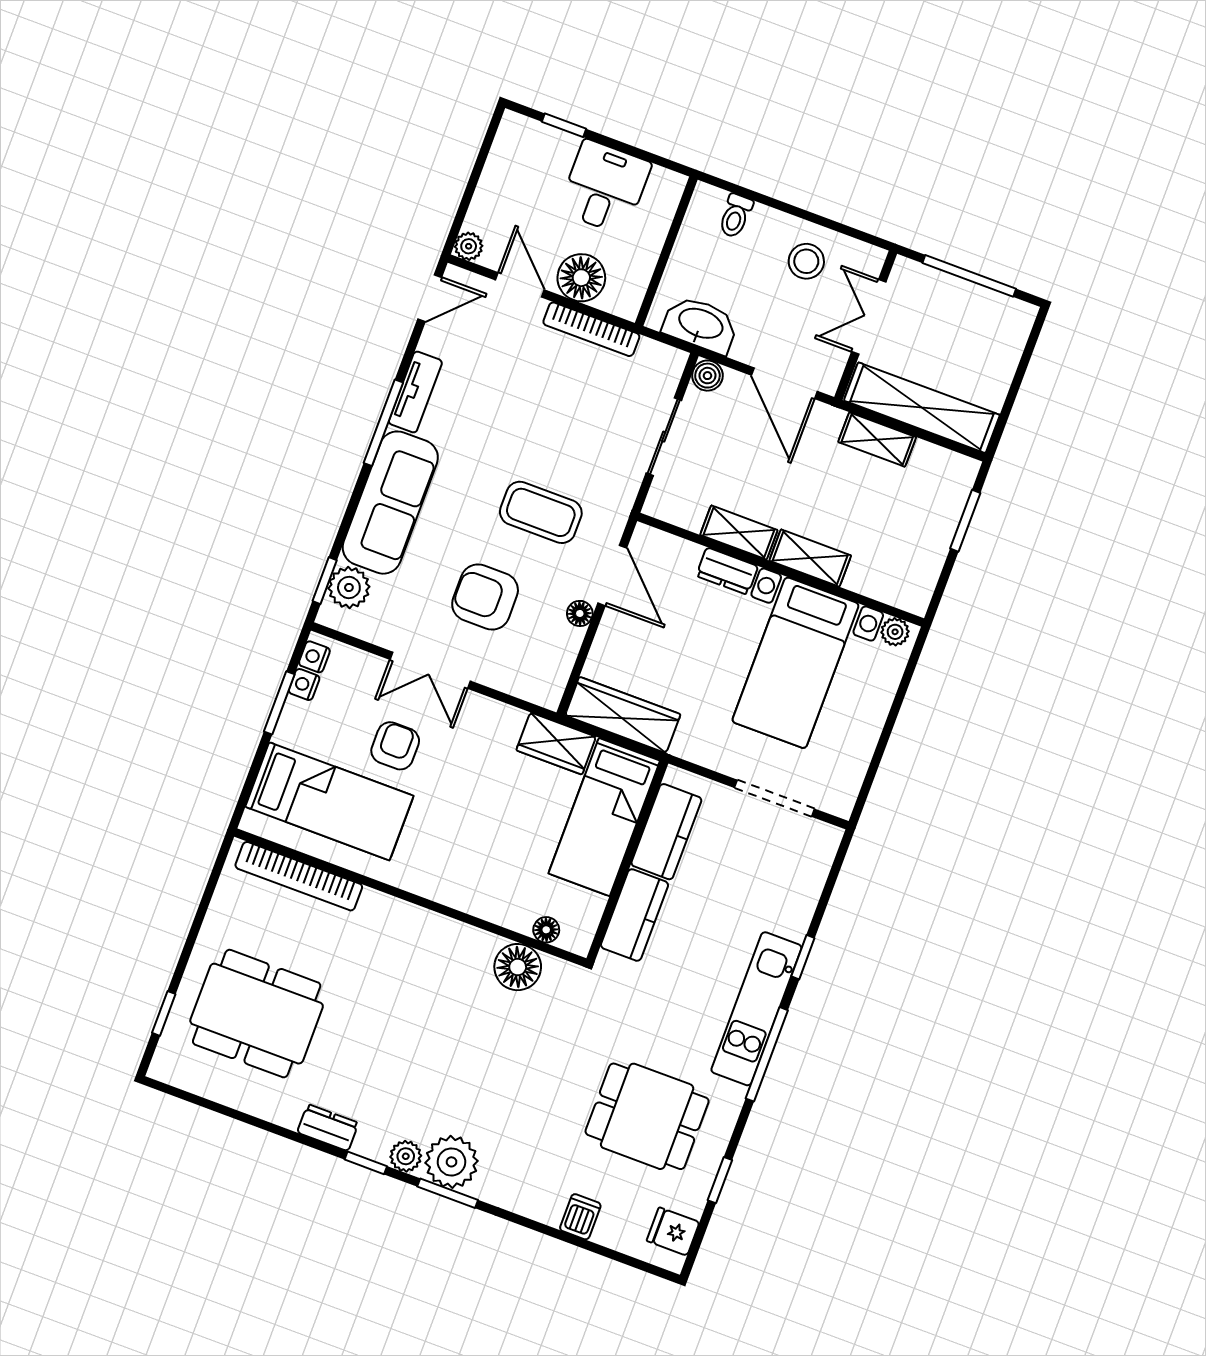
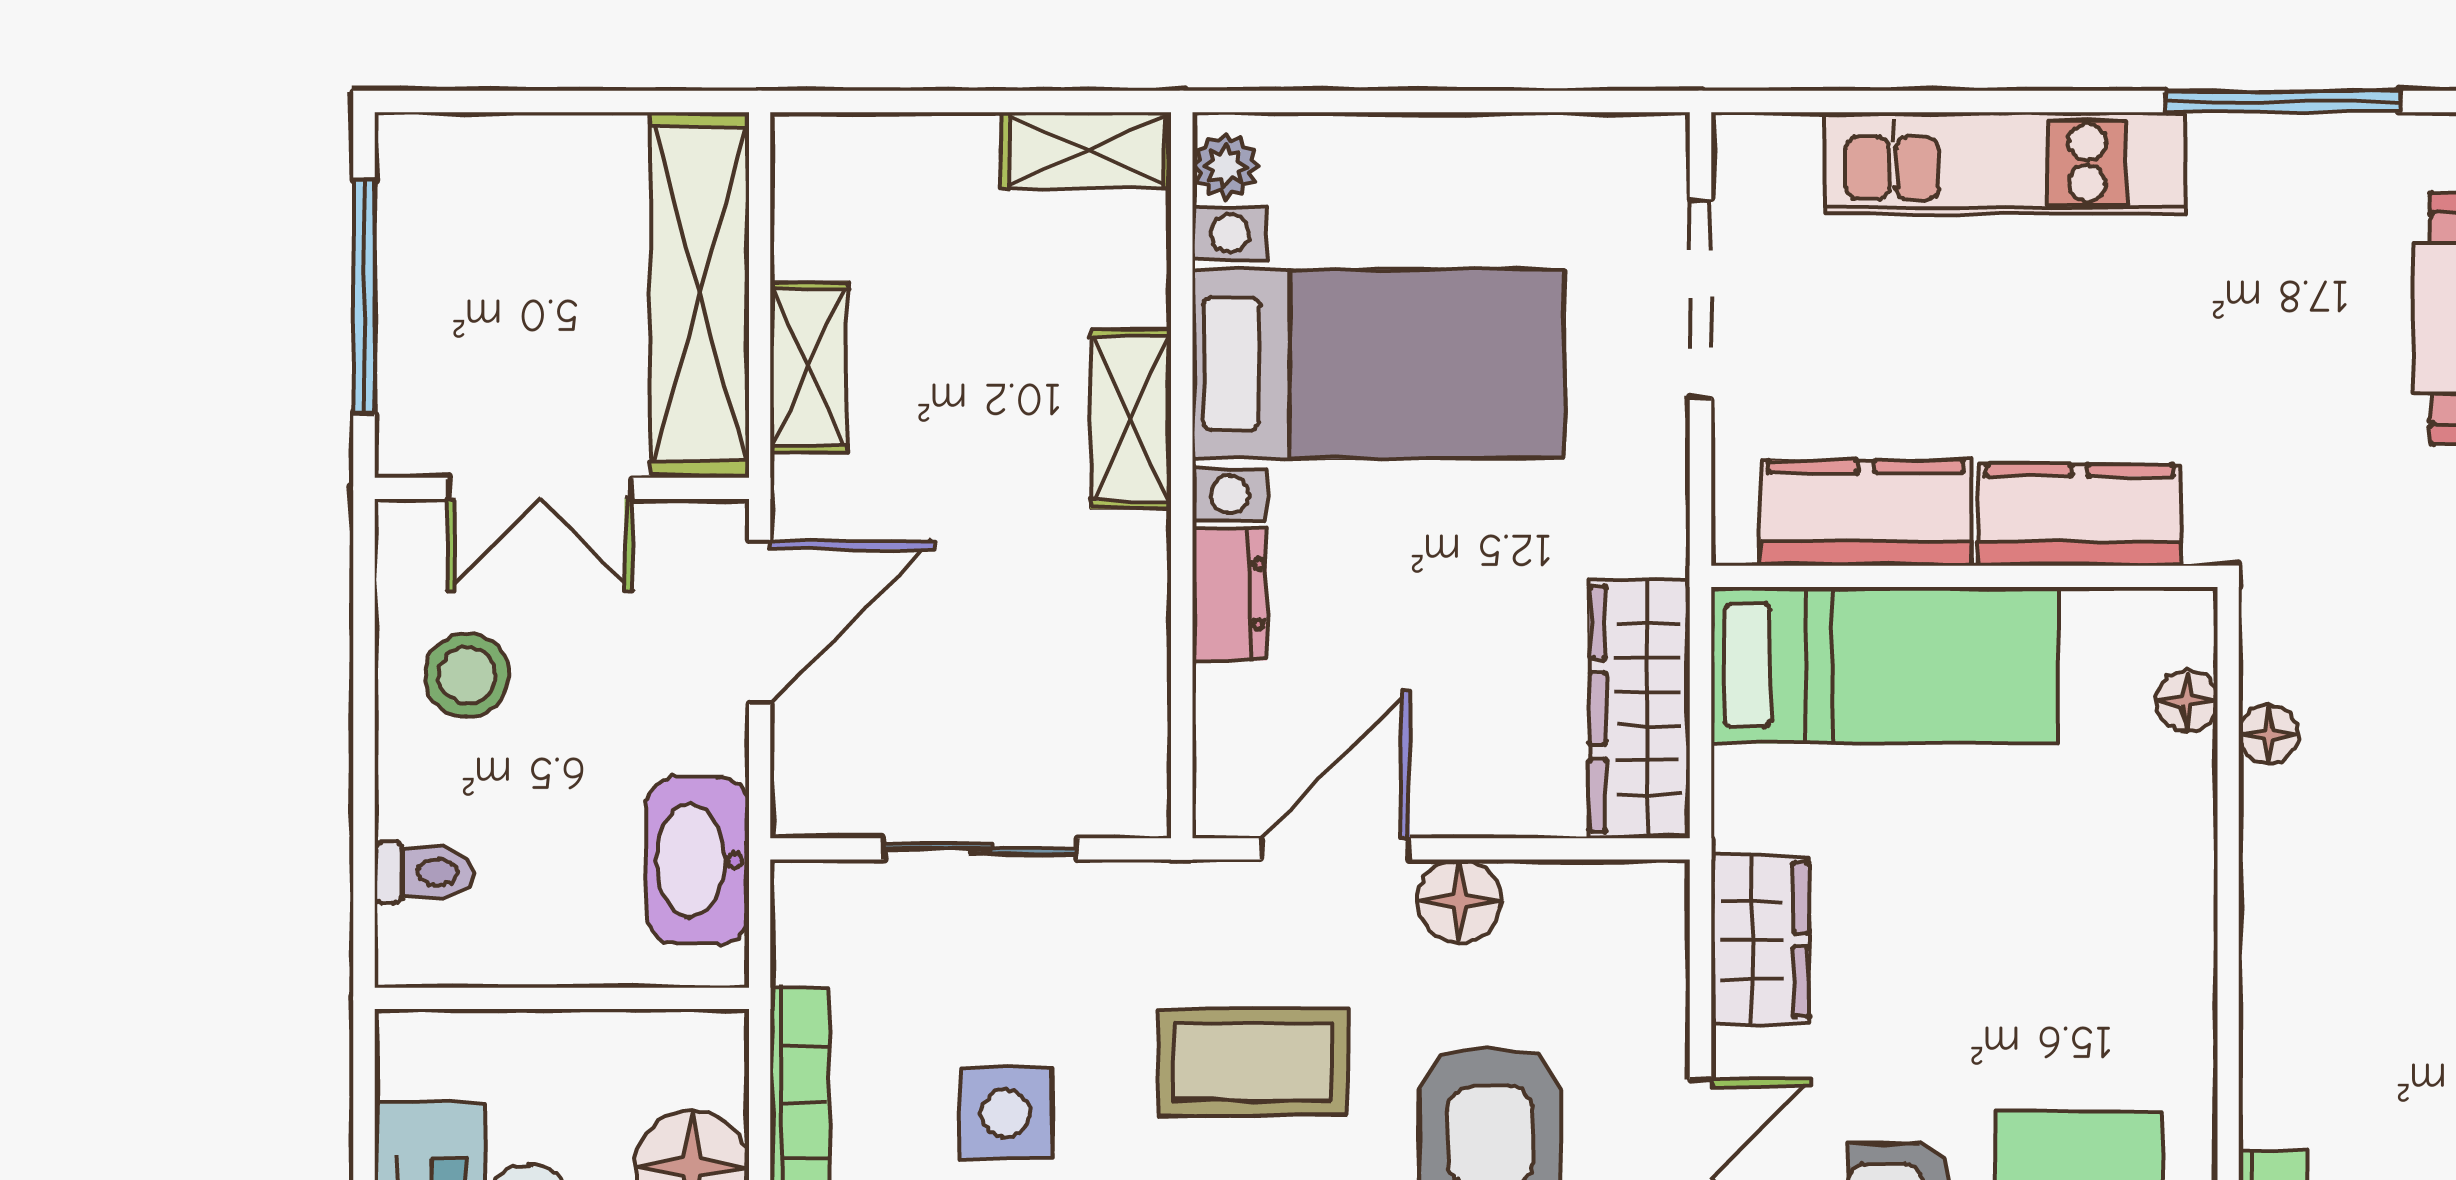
boiler: (707, 376) -> (807, 802), removed
side table: (557, 408) -> (1006, 1113), added
coffee table: (541, 512) -> (1253, 1062), turned 90
window: (965, 521) -> (918, 102), removed
shelving: (739, 532) -> (1086, 150), moved, turned 90
floor lamp: (580, 613) -> (1459, 901), width x1.37, depth x1.37
wardrobe: (556, 744) -> (1760, 940), moved
window: (803, 957) -> (2034, 102), removed
floor lamp: (518, 967) -> (2268, 734), width x0.53, depth x0.53
kitchen unit: (756, 1009) -> (2004, 163), moved

